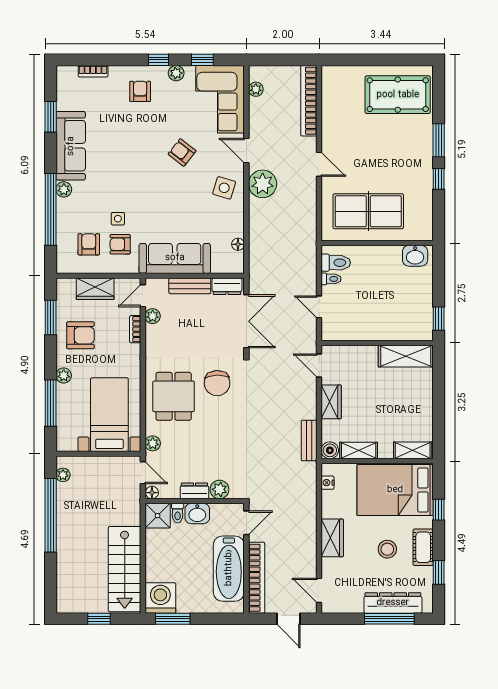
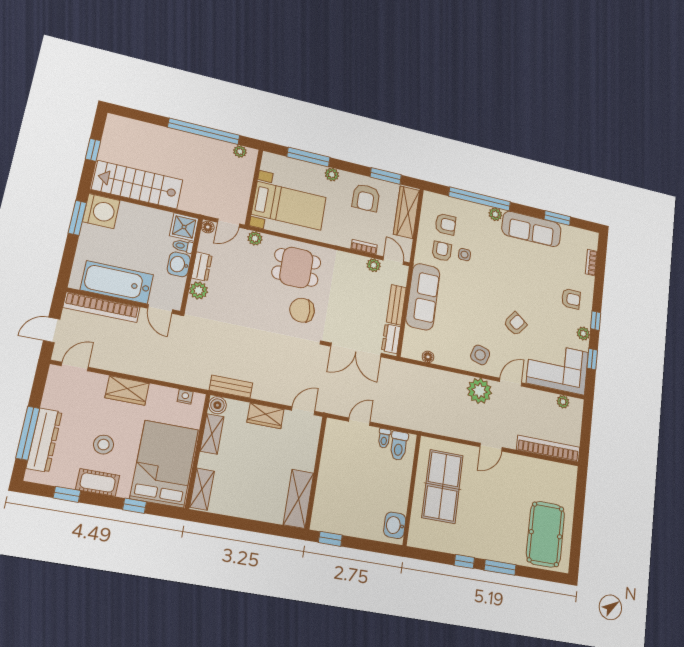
wardrobe: (95, 289) -> (407, 212), width x1.50

